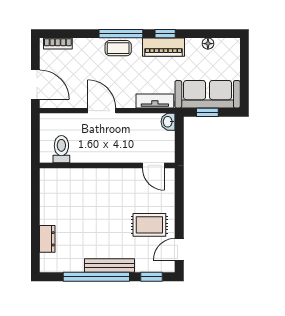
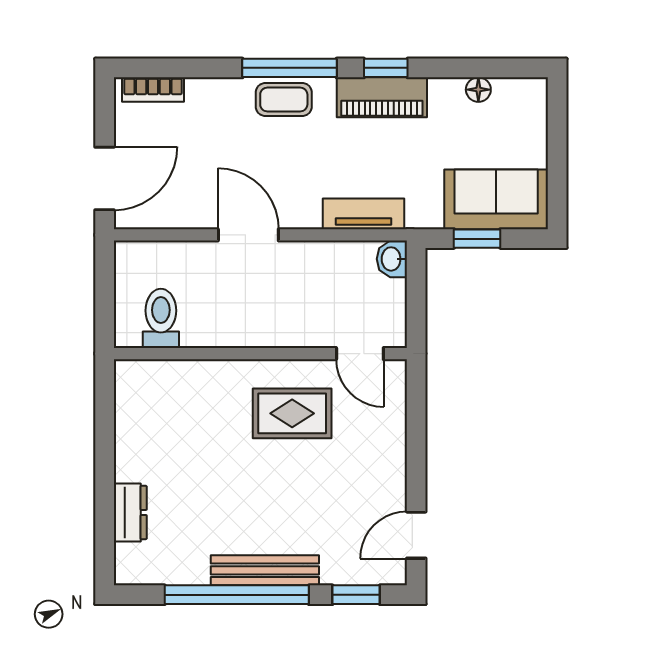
door: (35, 85) -> (105, 178), hinge flipped
sofa: (208, 94) -> (496, 199), width x0.73
rug: (149, 225) -> (292, 413), moved

